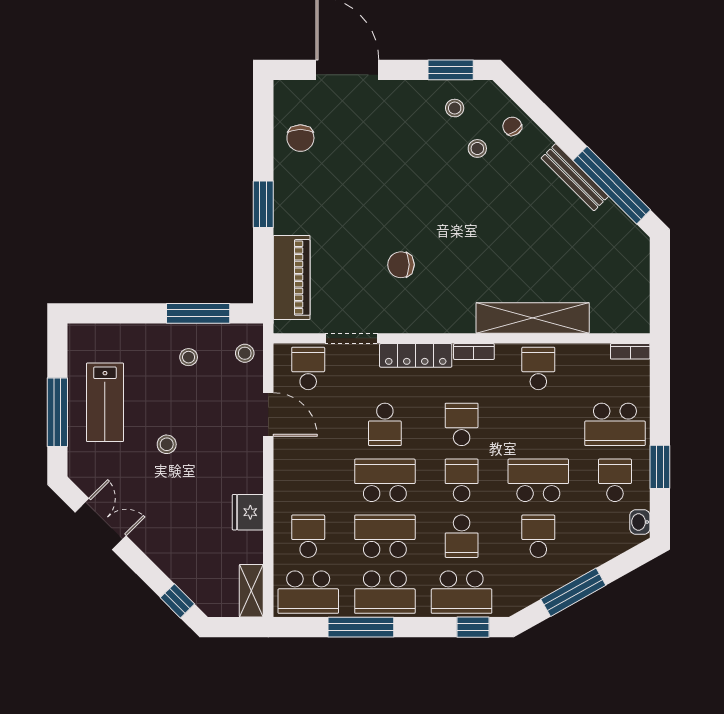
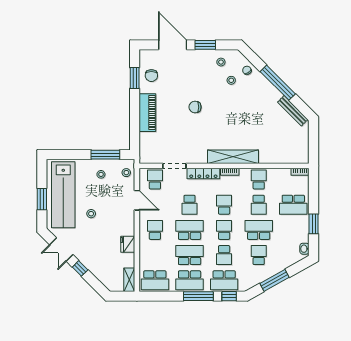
window: (451, 70) -> (205, 45), moved
bench: (575, 177) -> (293, 111), moved
window: (612, 185) -> (278, 83), moved
window: (263, 204) -> (135, 78), moved
chair: (401, 265) -> (195, 107), moved
piano: (292, 277) -> (147, 113), moved
shelving: (533, 318) -> (233, 157), moved
lab bench: (105, 402) -> (63, 195), width x1.86, depth x1.39
window: (57, 412) -> (42, 199), width x0.69
school desk: (615, 480) -> (259, 205), moved, turned 180
double door: (101, 524) -> (61, 250), swing flipped
school desk: (308, 536) -> (155, 230), moved
window: (177, 601) -> (80, 268), moved
window: (361, 627) -> (198, 296), moved

